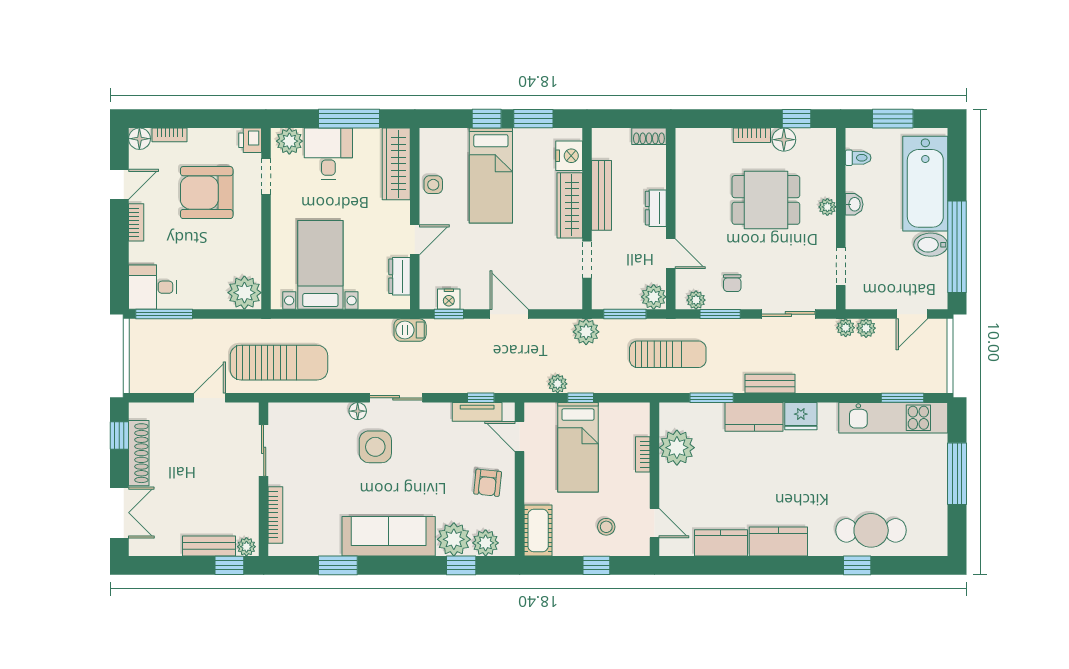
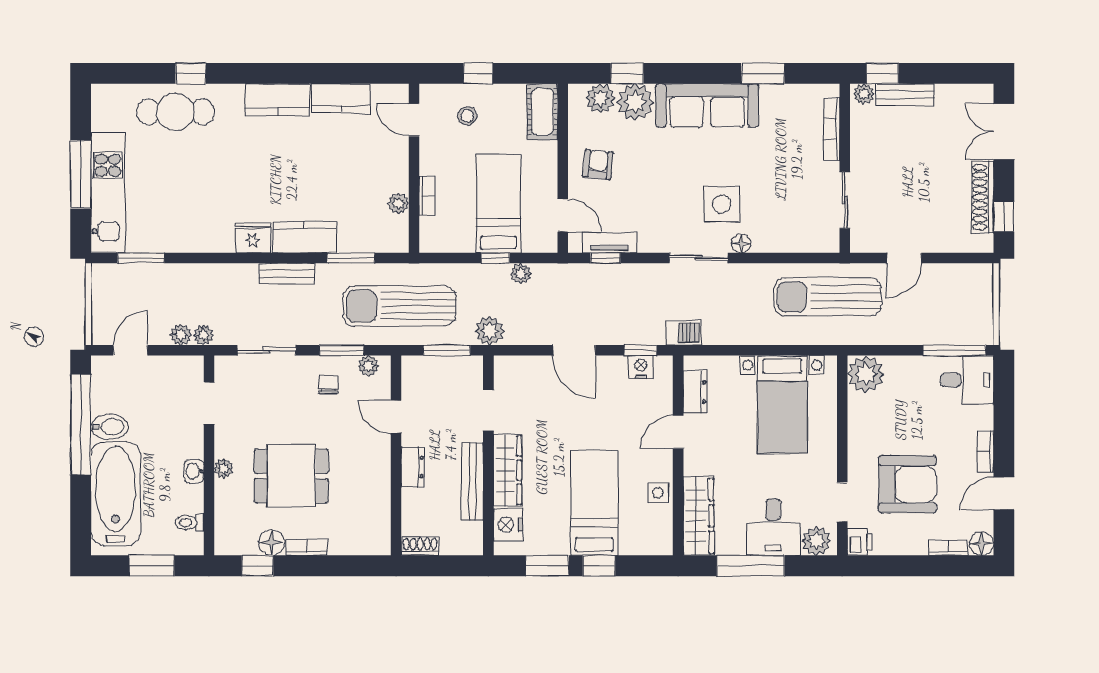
plant: (654, 297) -> (415, 369), removed
sun lounger: (668, 354) -> (399, 306), width x1.36, depth x1.34
kitchen unit: (893, 418) -> (108, 193), moved, turned 90
plant: (677, 448) -> (398, 203), width x0.53, depth x0.53

